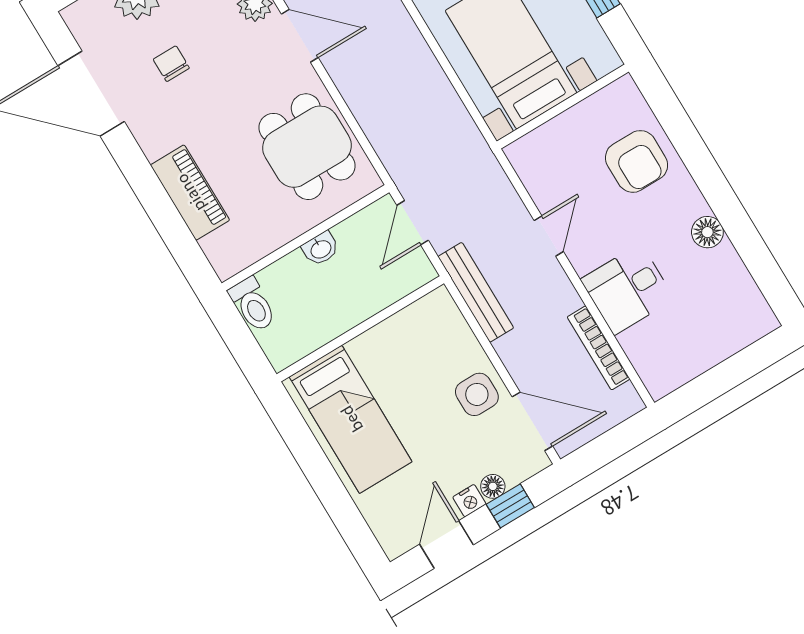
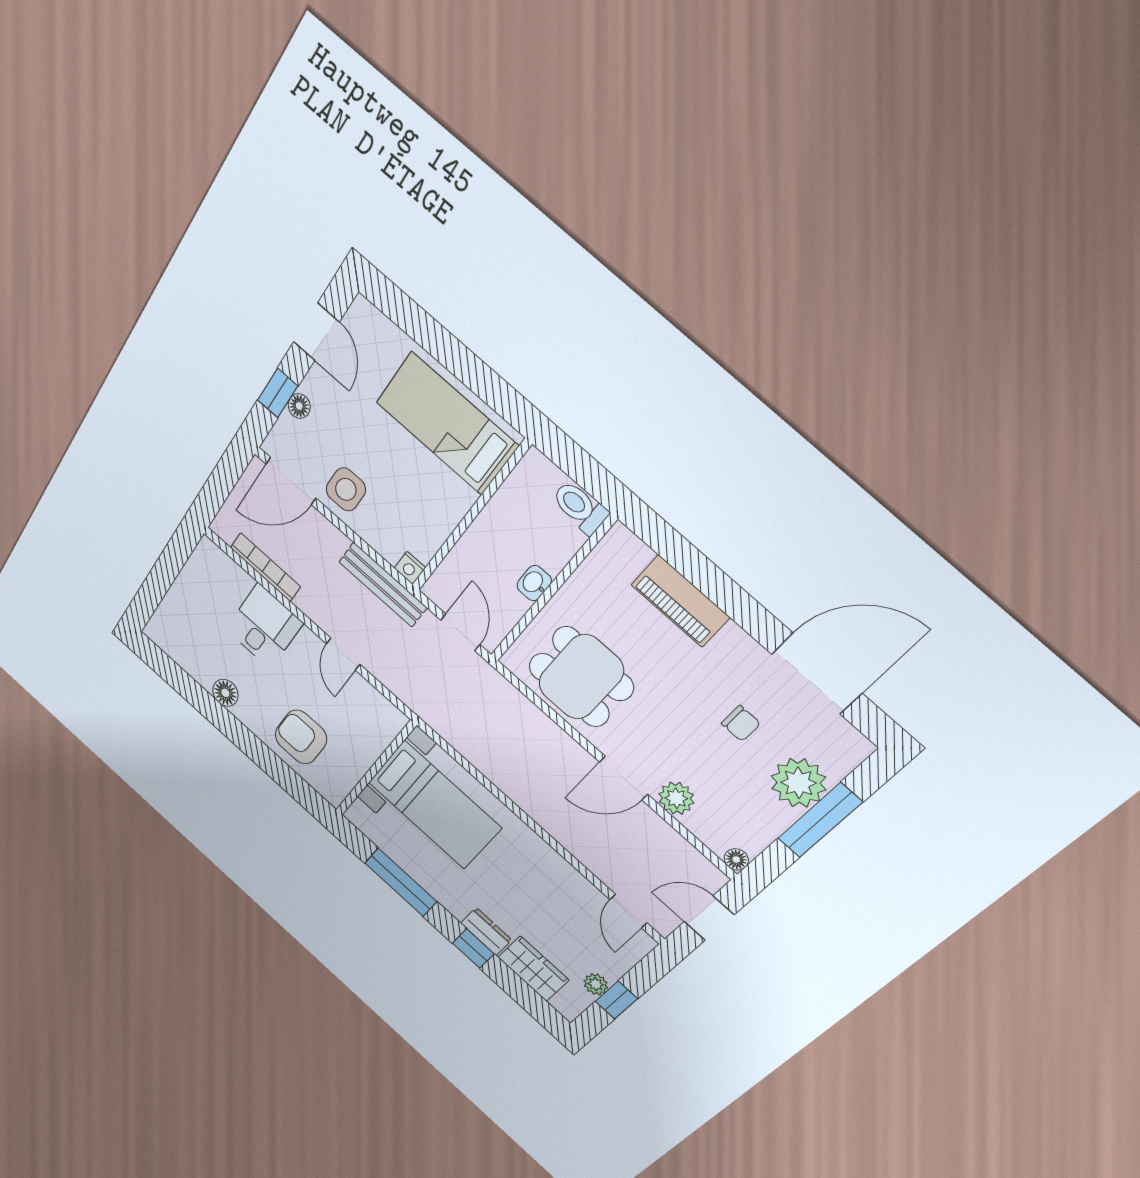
nightstand: (469, 501) -> (410, 568), moved, turned -90

